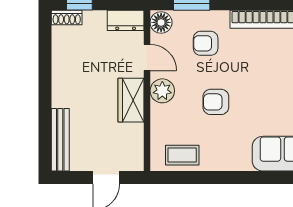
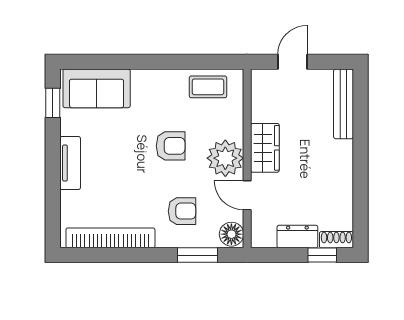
dresser: (126, 20) -> (297, 237), moved
plant: (162, 91) -> (225, 158), width x1.36, depth x1.36

